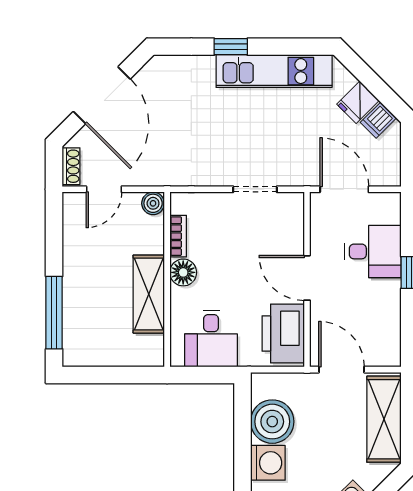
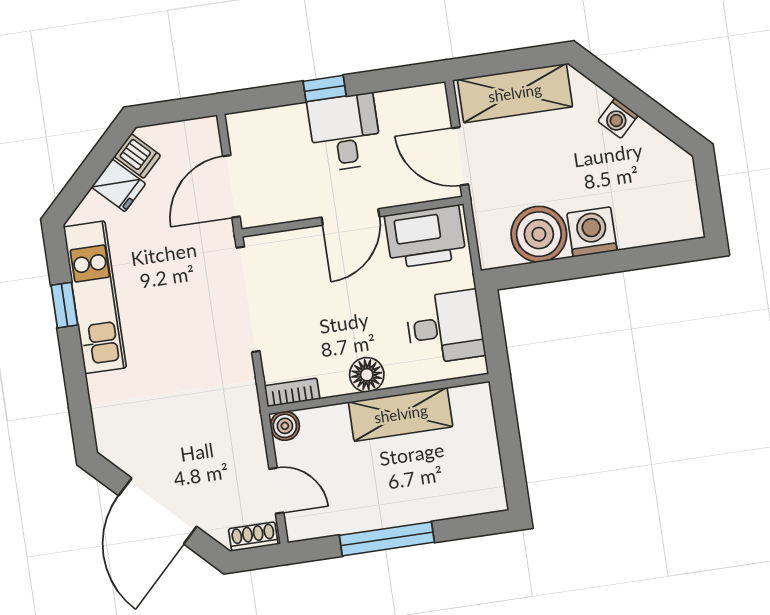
window: (231, 47) -> (64, 305), moved
door: (102, 95) -> (158, 511), swing flipped
doorway: (255, 189) -> (248, 299), width x1.88
bookcase: (178, 236) -> (292, 392), moved
desk: (373, 251) -> (345, 132), moved
window: (54, 313) -> (387, 539), moved
door: (341, 370) -> (460, 156), hinge flipped

